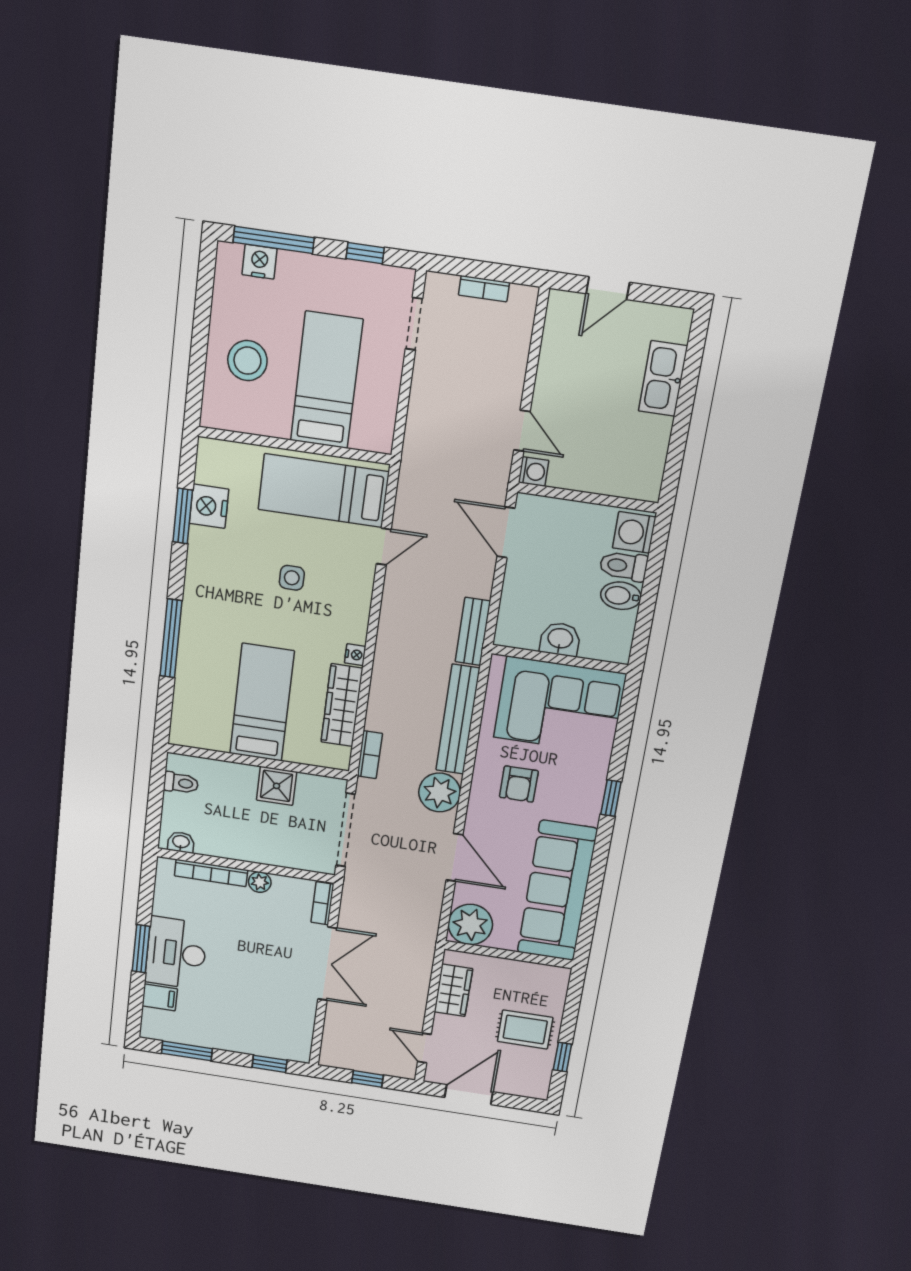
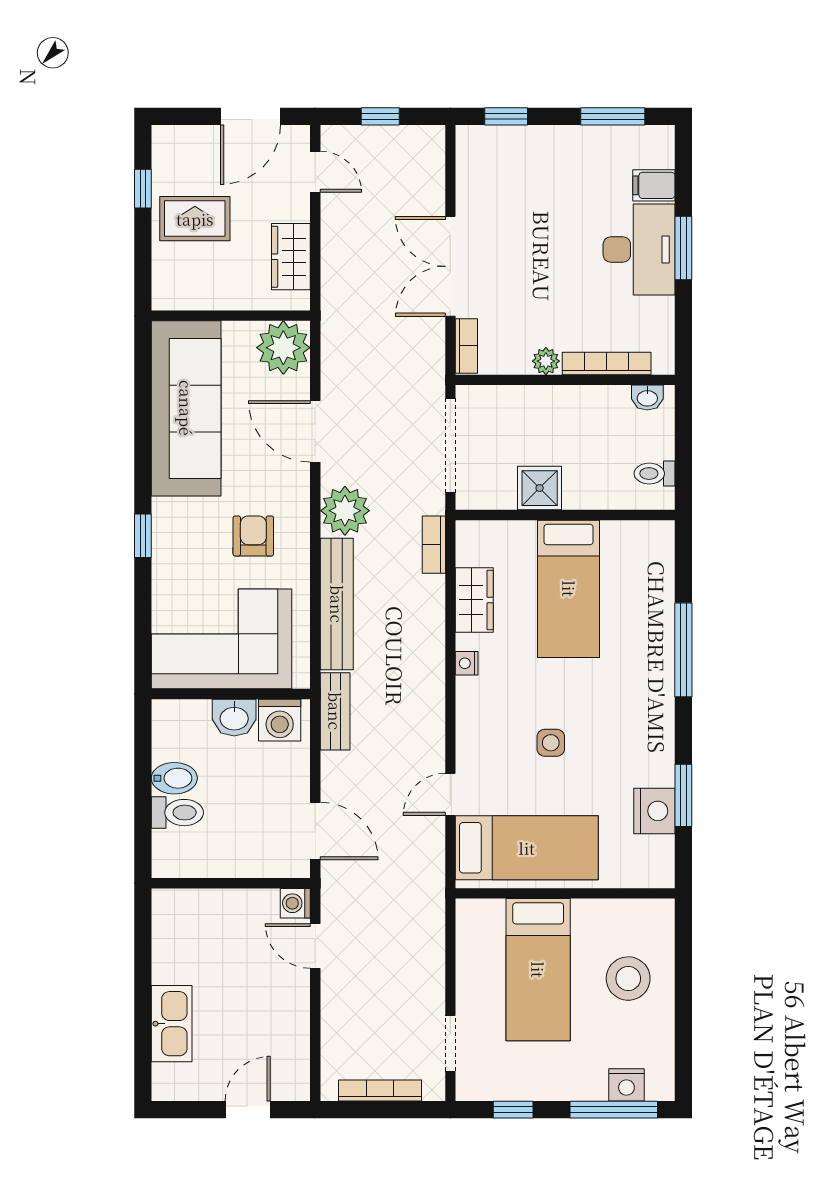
bookcase: (484, 289) -> (380, 1091), width x1.56
washing machine: (634, 532) -> (280, 720), moved, turned 90
wardrobe: (342, 705) -> (474, 600), width x0.67

